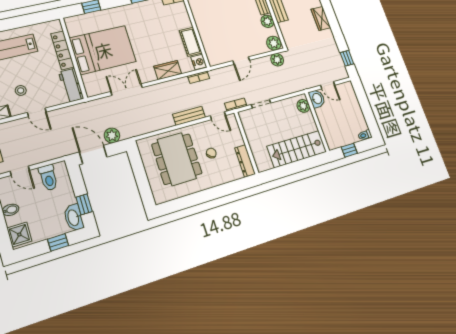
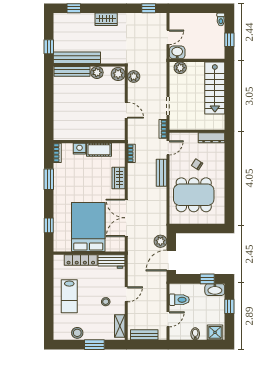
nightstand: (199, 62) -> (80, 149), moved
double door: (127, 90) -> (126, 218), width x1.37

